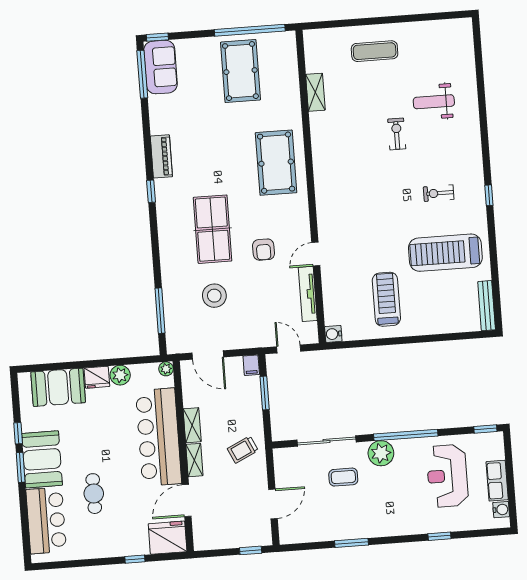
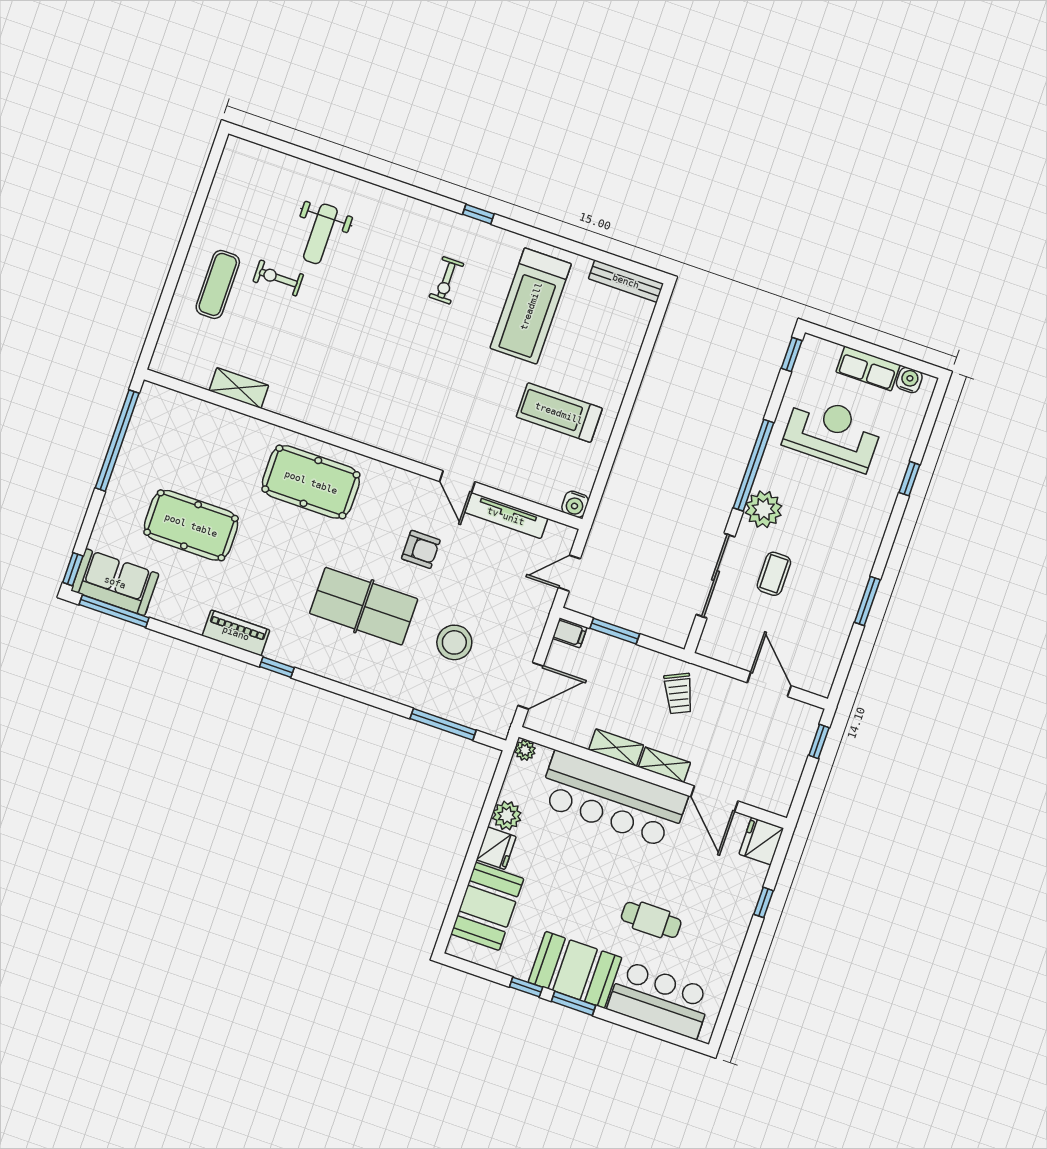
pool table: (240, 71) -> (191, 525), moved
exercise bike: (397, 134) -> (278, 278), moved
reception desk: (447, 476) -> (833, 433), turned 180
fridge: (168, 538) -> (761, 841), width x0.73, depth x0.75

